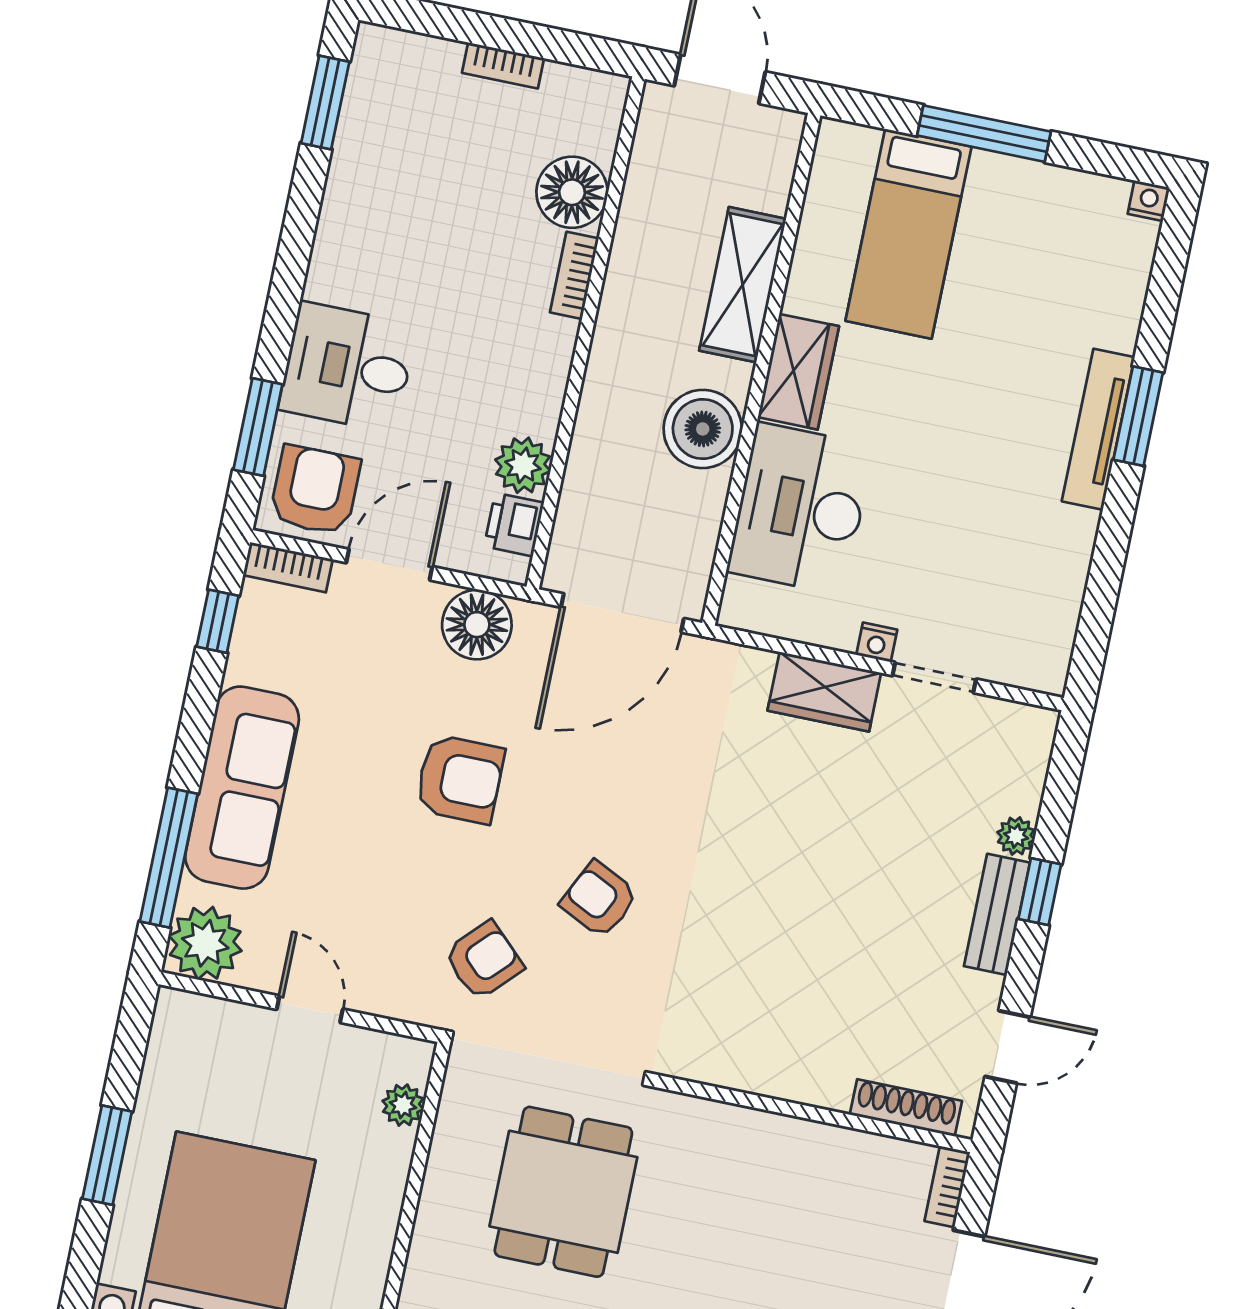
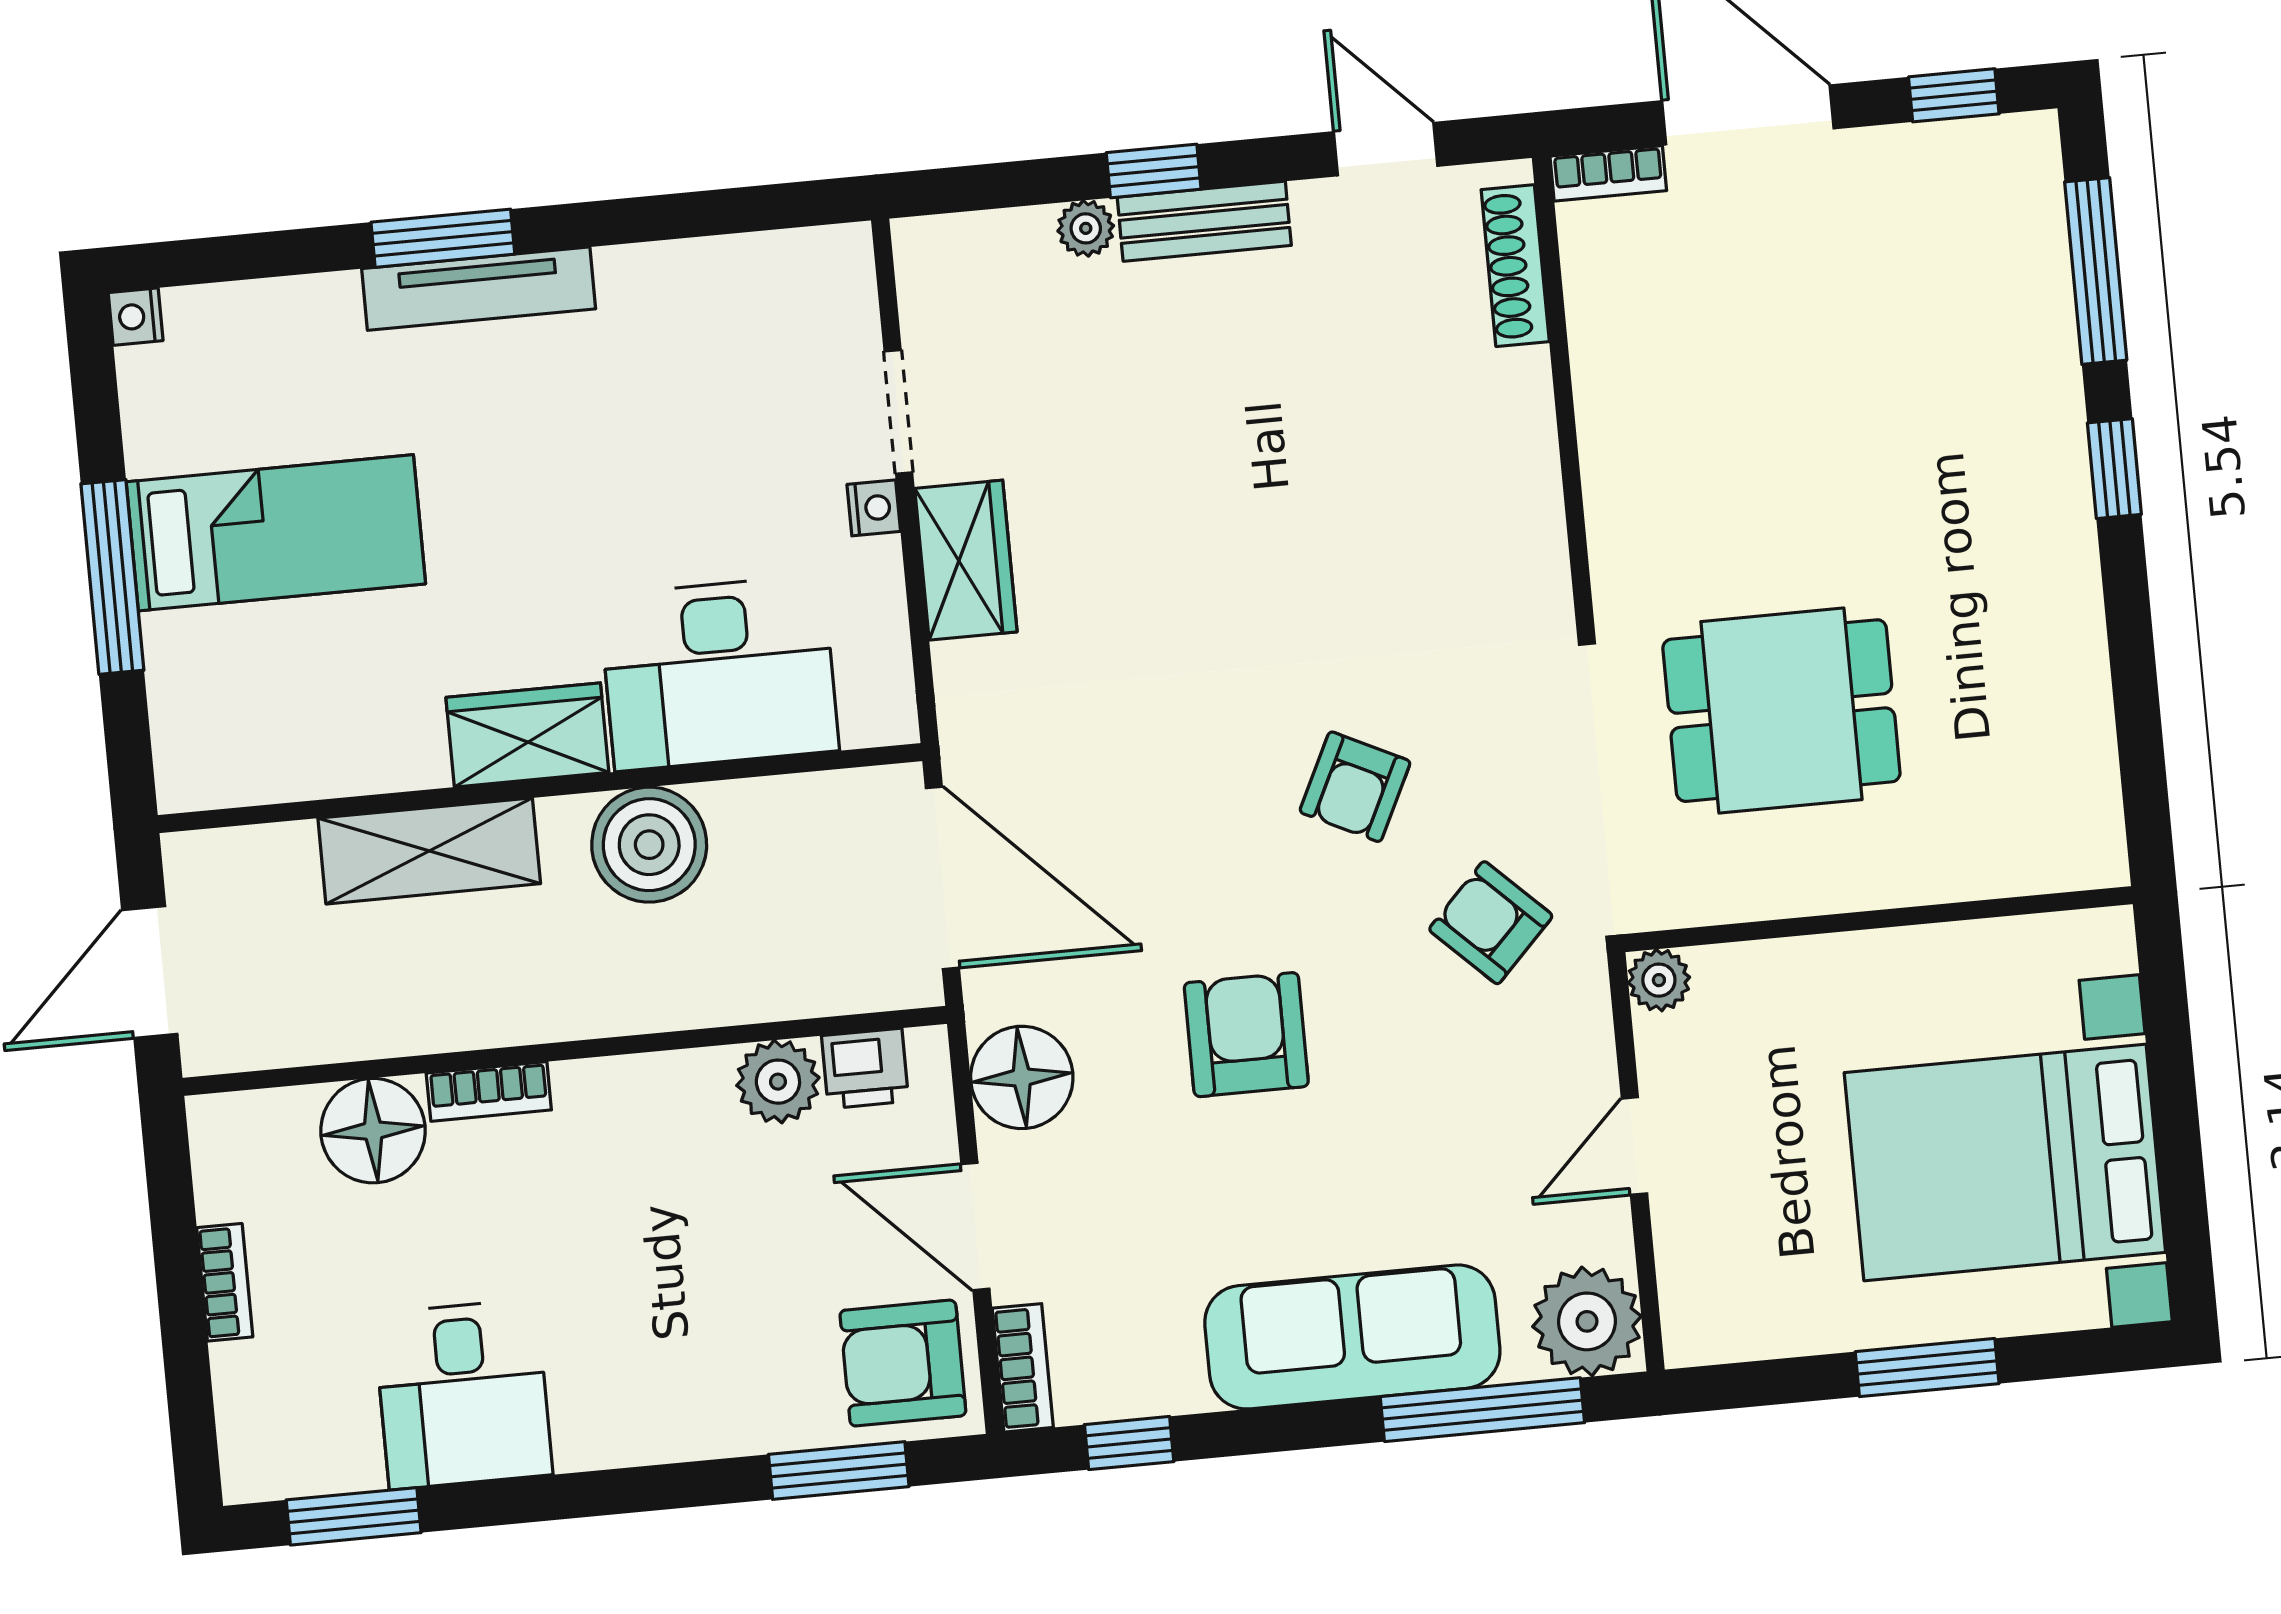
bed: (908, 234) -> (276, 533), moved
desk: (348, 367) -> (463, 1394), moved
plant: (403, 1105) -> (1659, 980), moved

